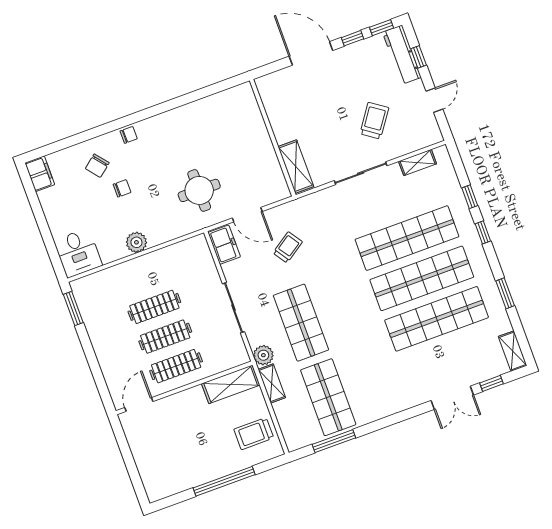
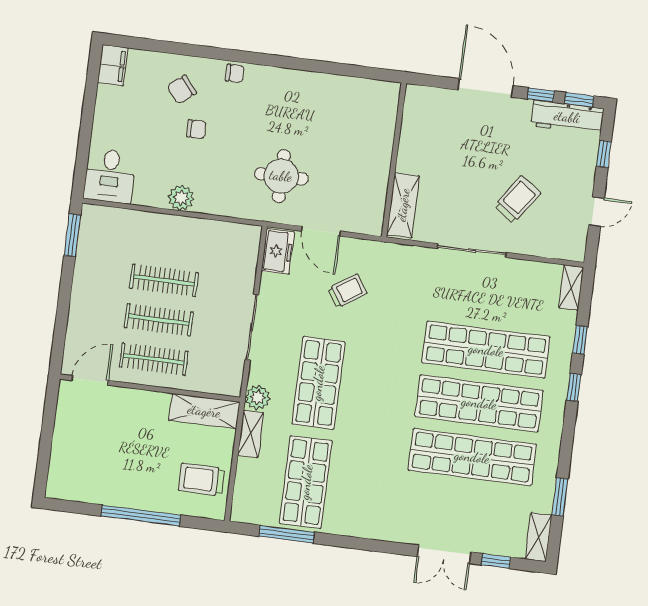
workbench: (402, 55) -> (567, 117), moved, turned -90
shelving: (418, 163) -> (571, 287), moved, turned 90
window: (505, 293) -> (560, 497), moved

